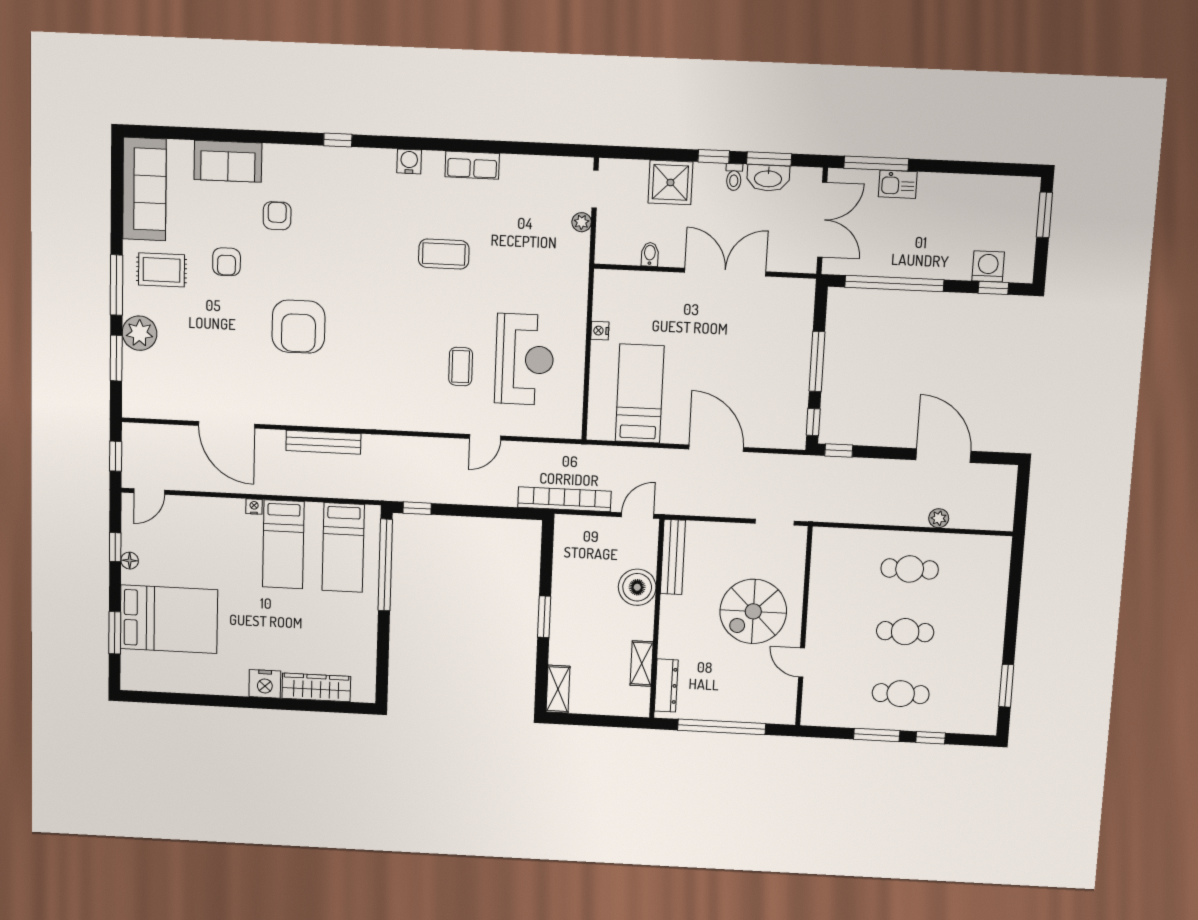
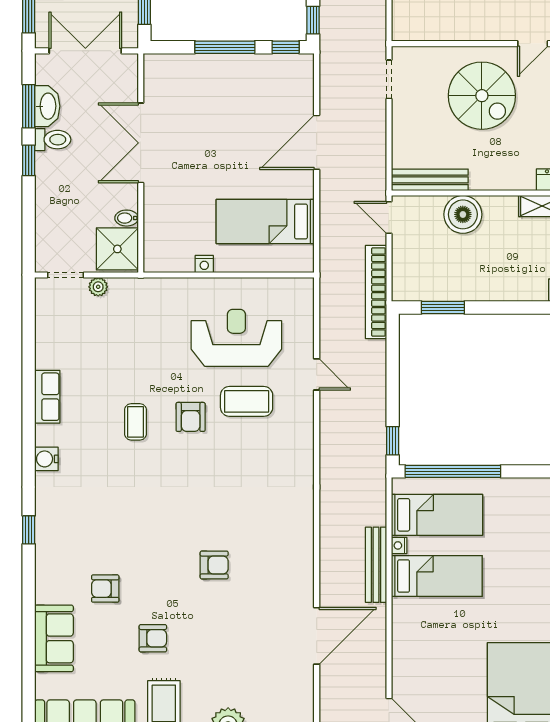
toilet: (734, 177) -> (53, 140), width x1.37, depth x1.39
shower: (670, 182) -> (117, 249), moved
coffee table: (444, 254) -> (135, 422), width x0.73, depth x0.77
armchair: (447, 310) -> (191, 417), added
armchair: (299, 327) -> (214, 565), width x0.53, depth x0.53
coffee table: (461, 367) -> (247, 401), width x1.36, depth x1.30
bench: (323, 442) -> (376, 565), moved
nightstand: (254, 507) -> (399, 545), moved
window: (544, 617) -> (443, 307), moved

